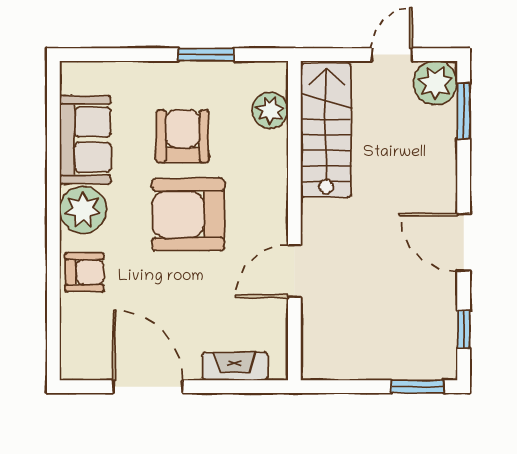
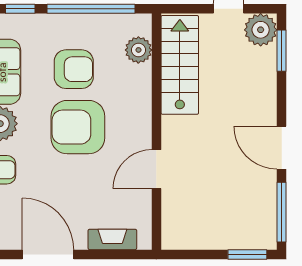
window: (110, 55) -> (20, 9), added
window: (206, 55) -> (91, 9), width x2.11
armchair: (183, 136) -> (74, 69), turned 90
window: (464, 329) -> (282, 212), width x2.17

